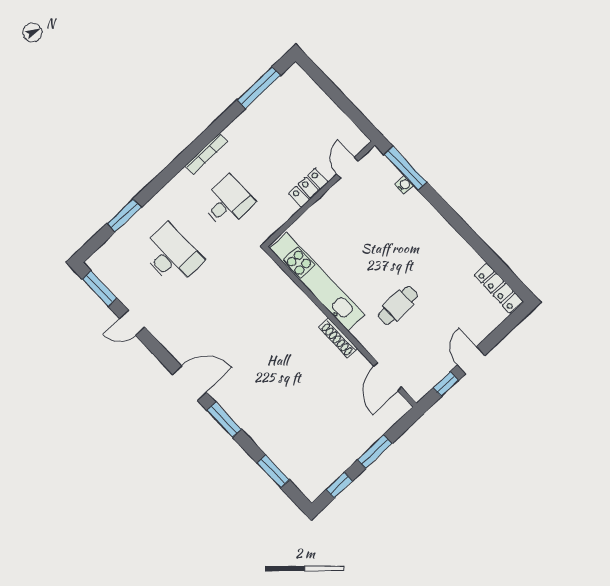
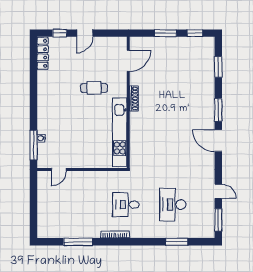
window: (259, 88) -> (78, 242), moved
locker: (308, 188) -> (84, 177), removed
window: (446, 384) -> (60, 33), moved

